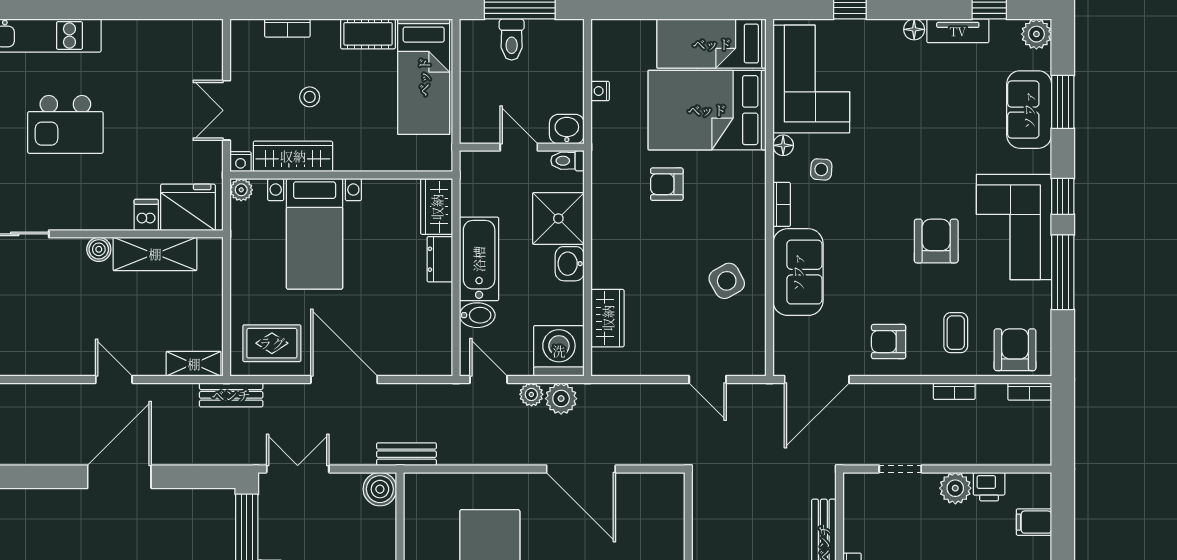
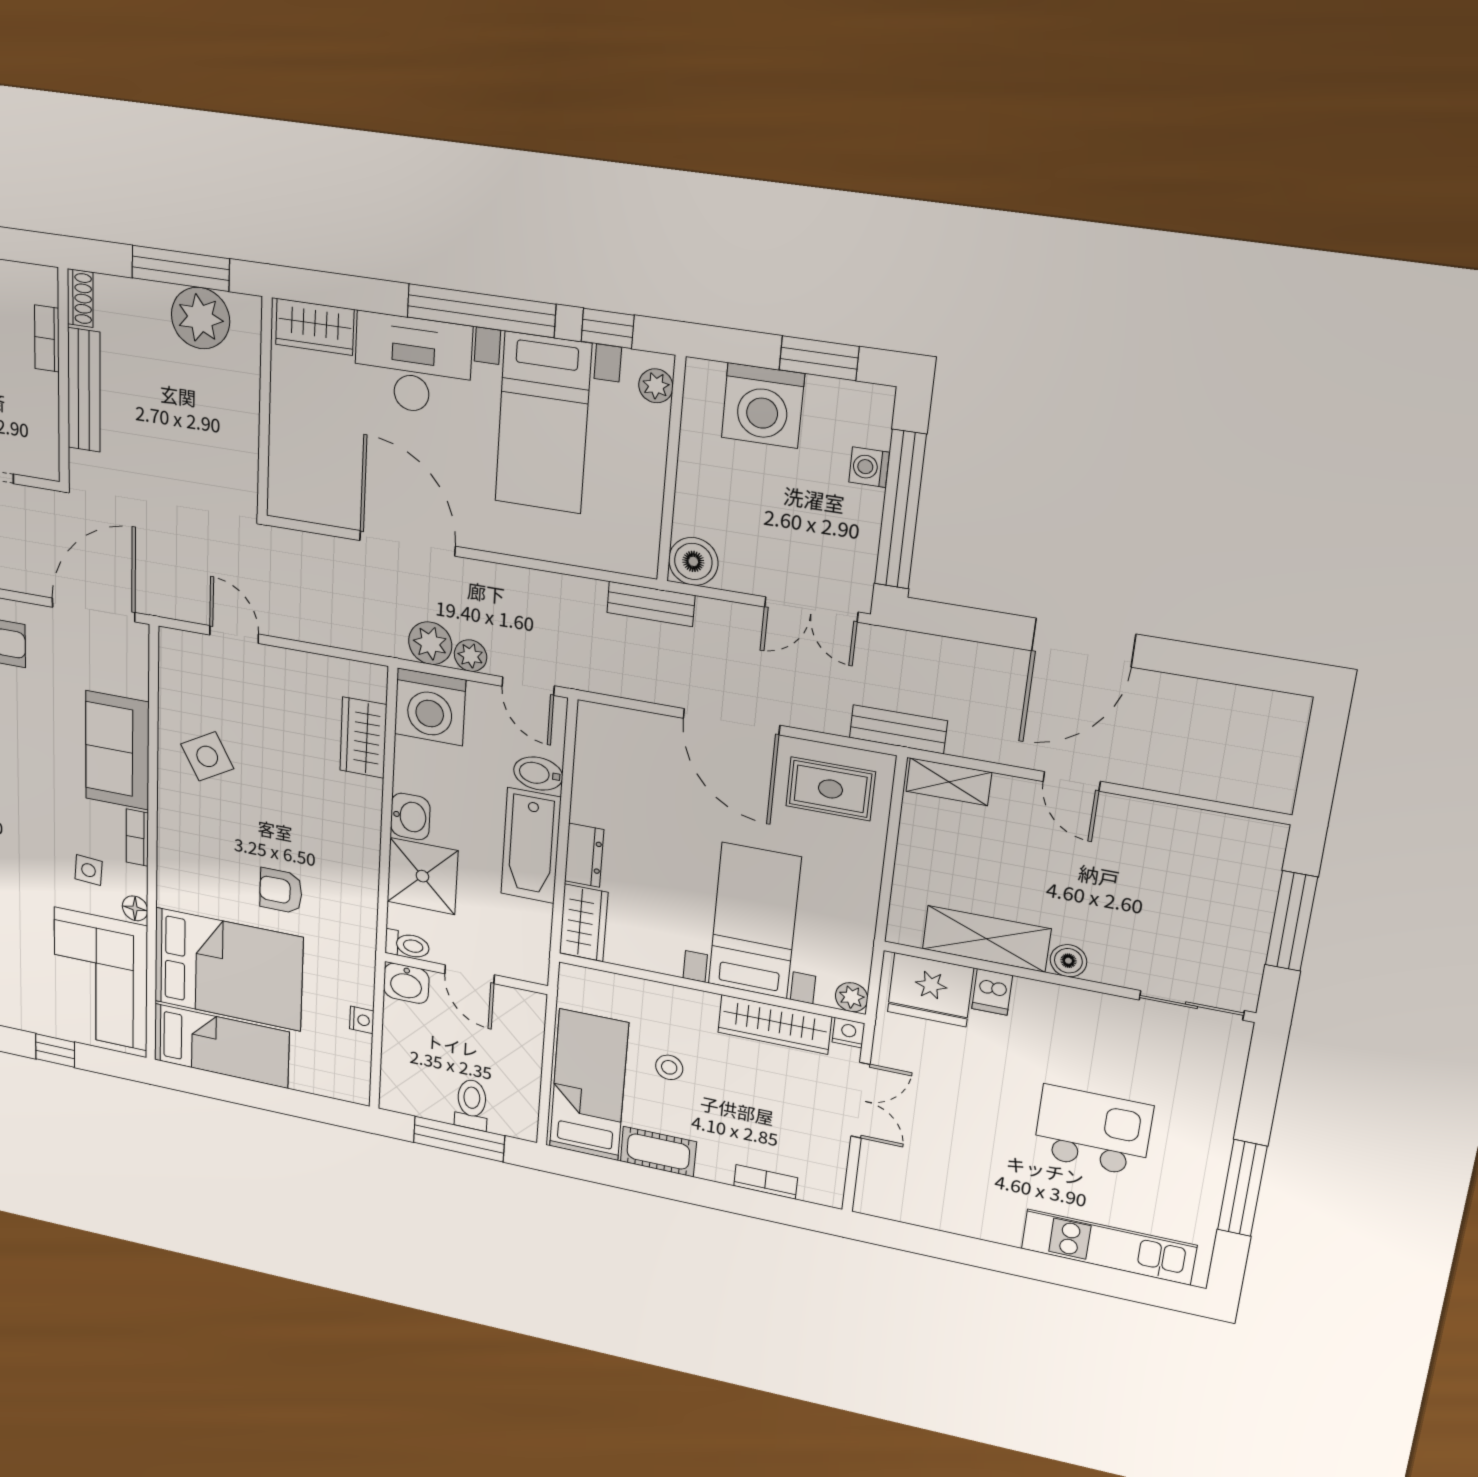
stool: (310, 97) -> (669, 1067), moved
armchair: (667, 184) -> (281, 891), turned 180

